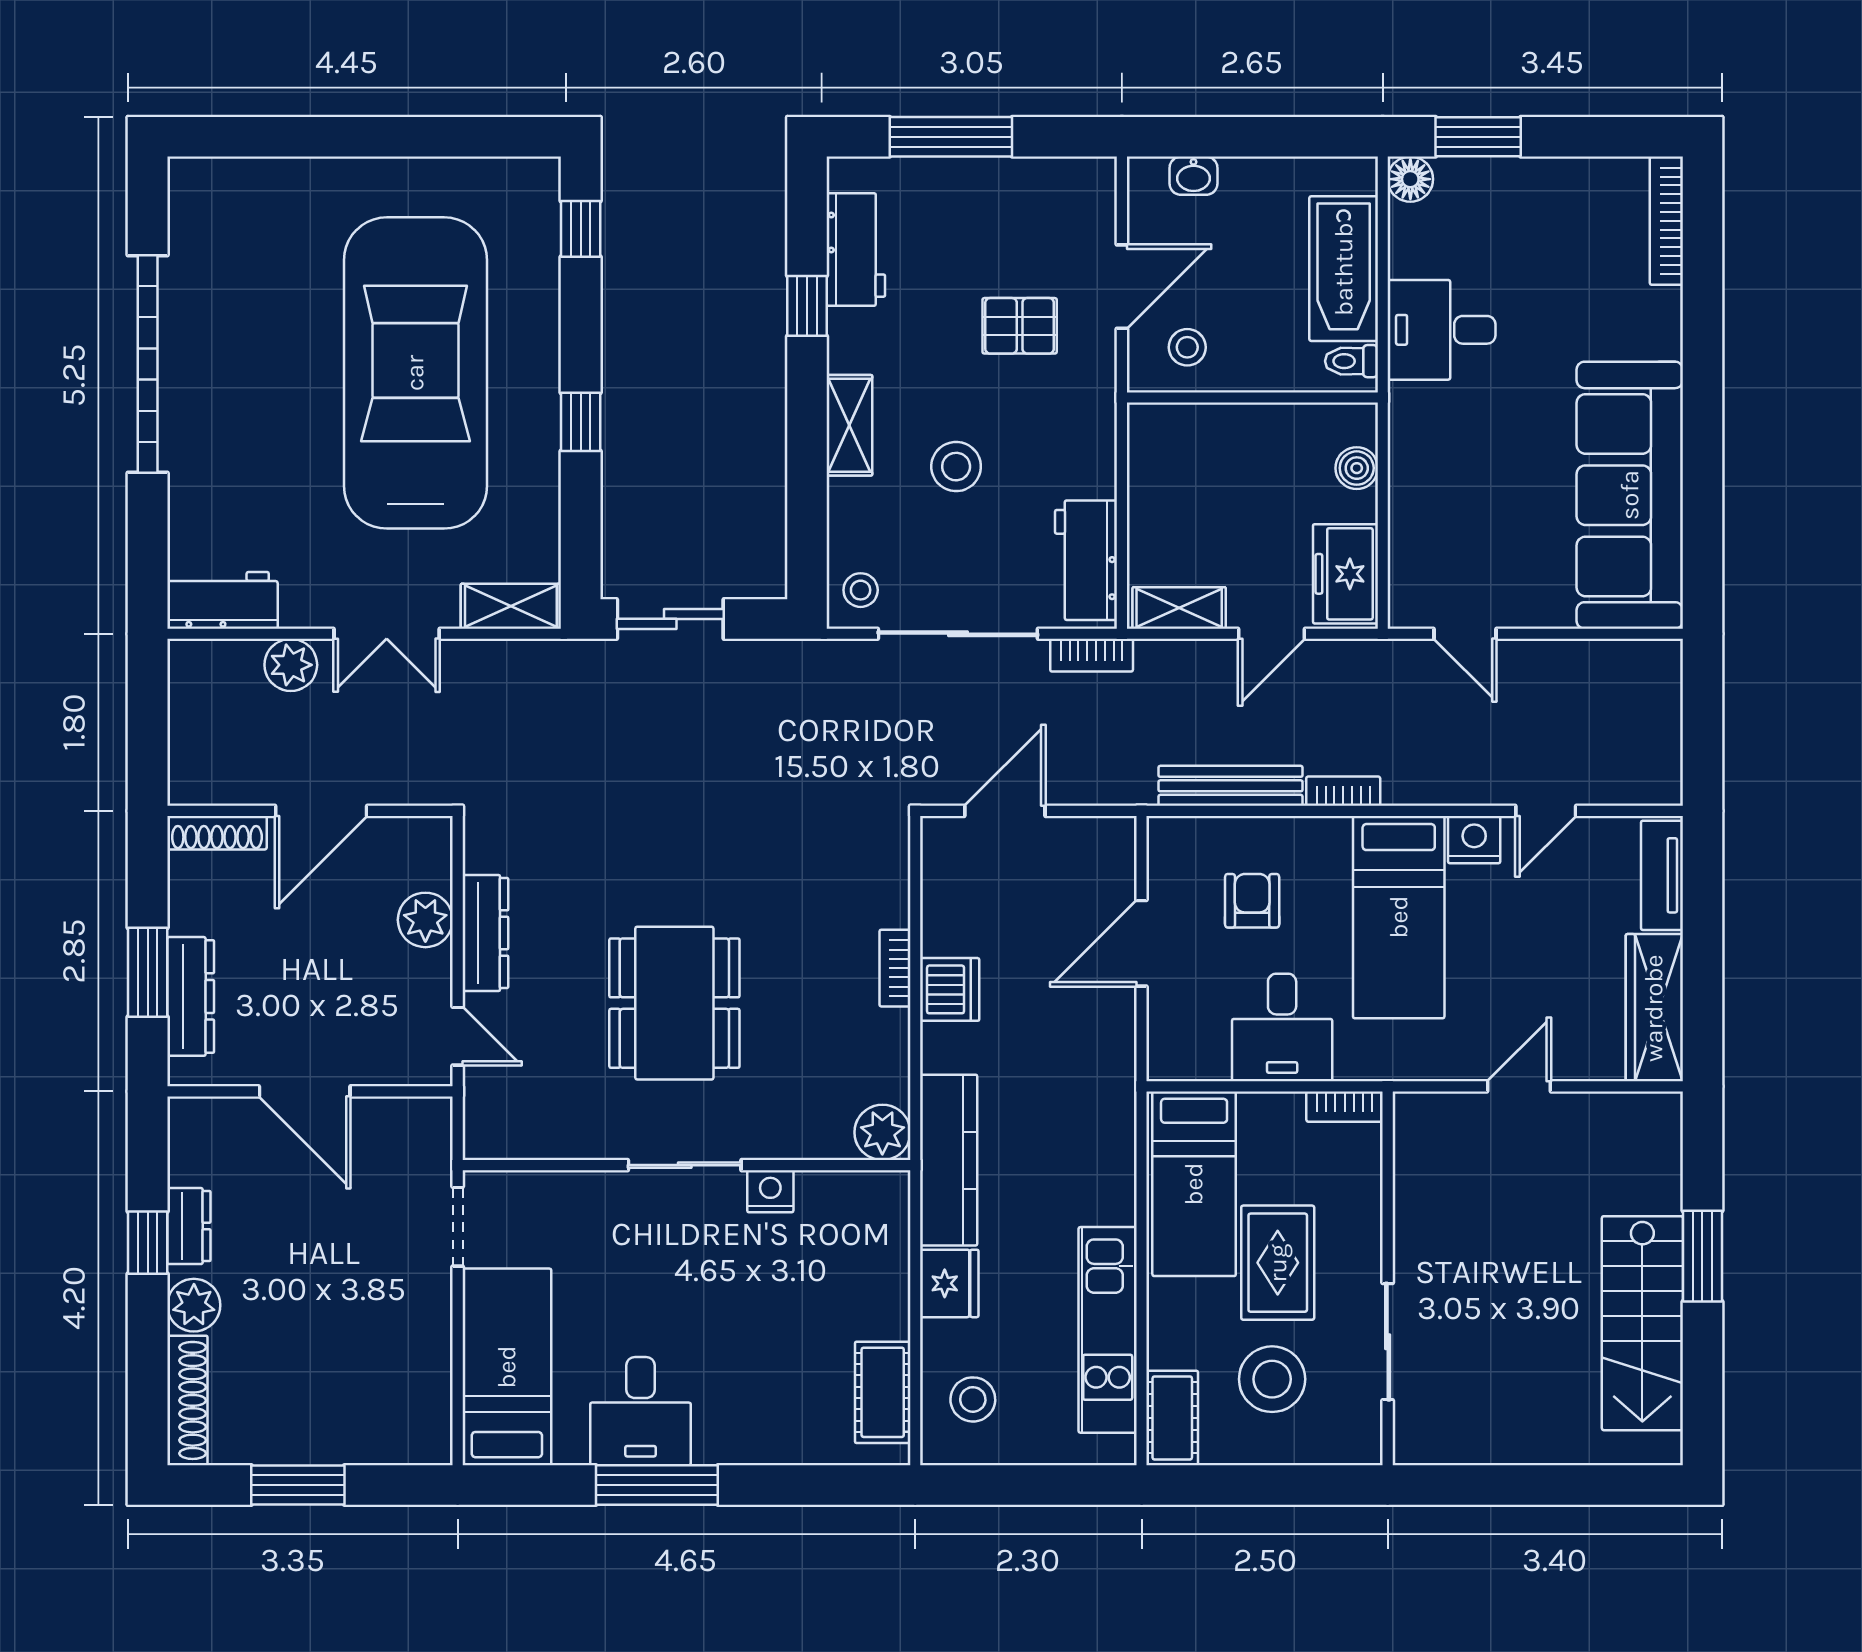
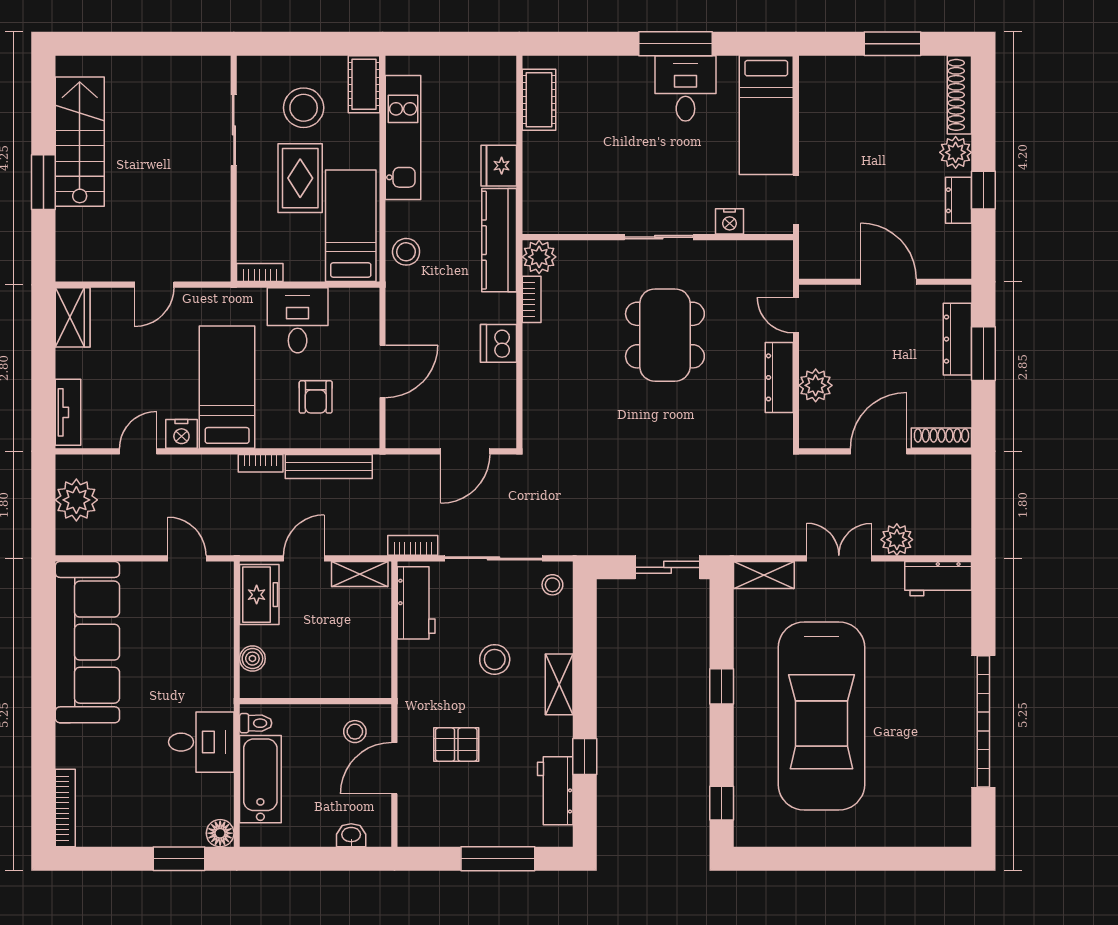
plant: (1648, 730) -> (76, 500), added
bookcase: (895, 968) -> (532, 299), moved
wardrobe: (1654, 1008) -> (73, 317), width x0.67
nightstand: (770, 1191) -> (730, 221), moved
stool: (973, 1399) -> (406, 252), moved

